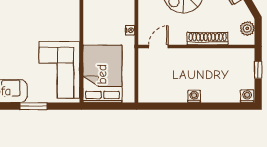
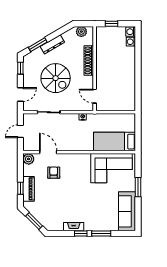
bed: (102, 74) -> (114, 142), width x0.67
washing machine: (194, 96) -> (131, 42), moved

